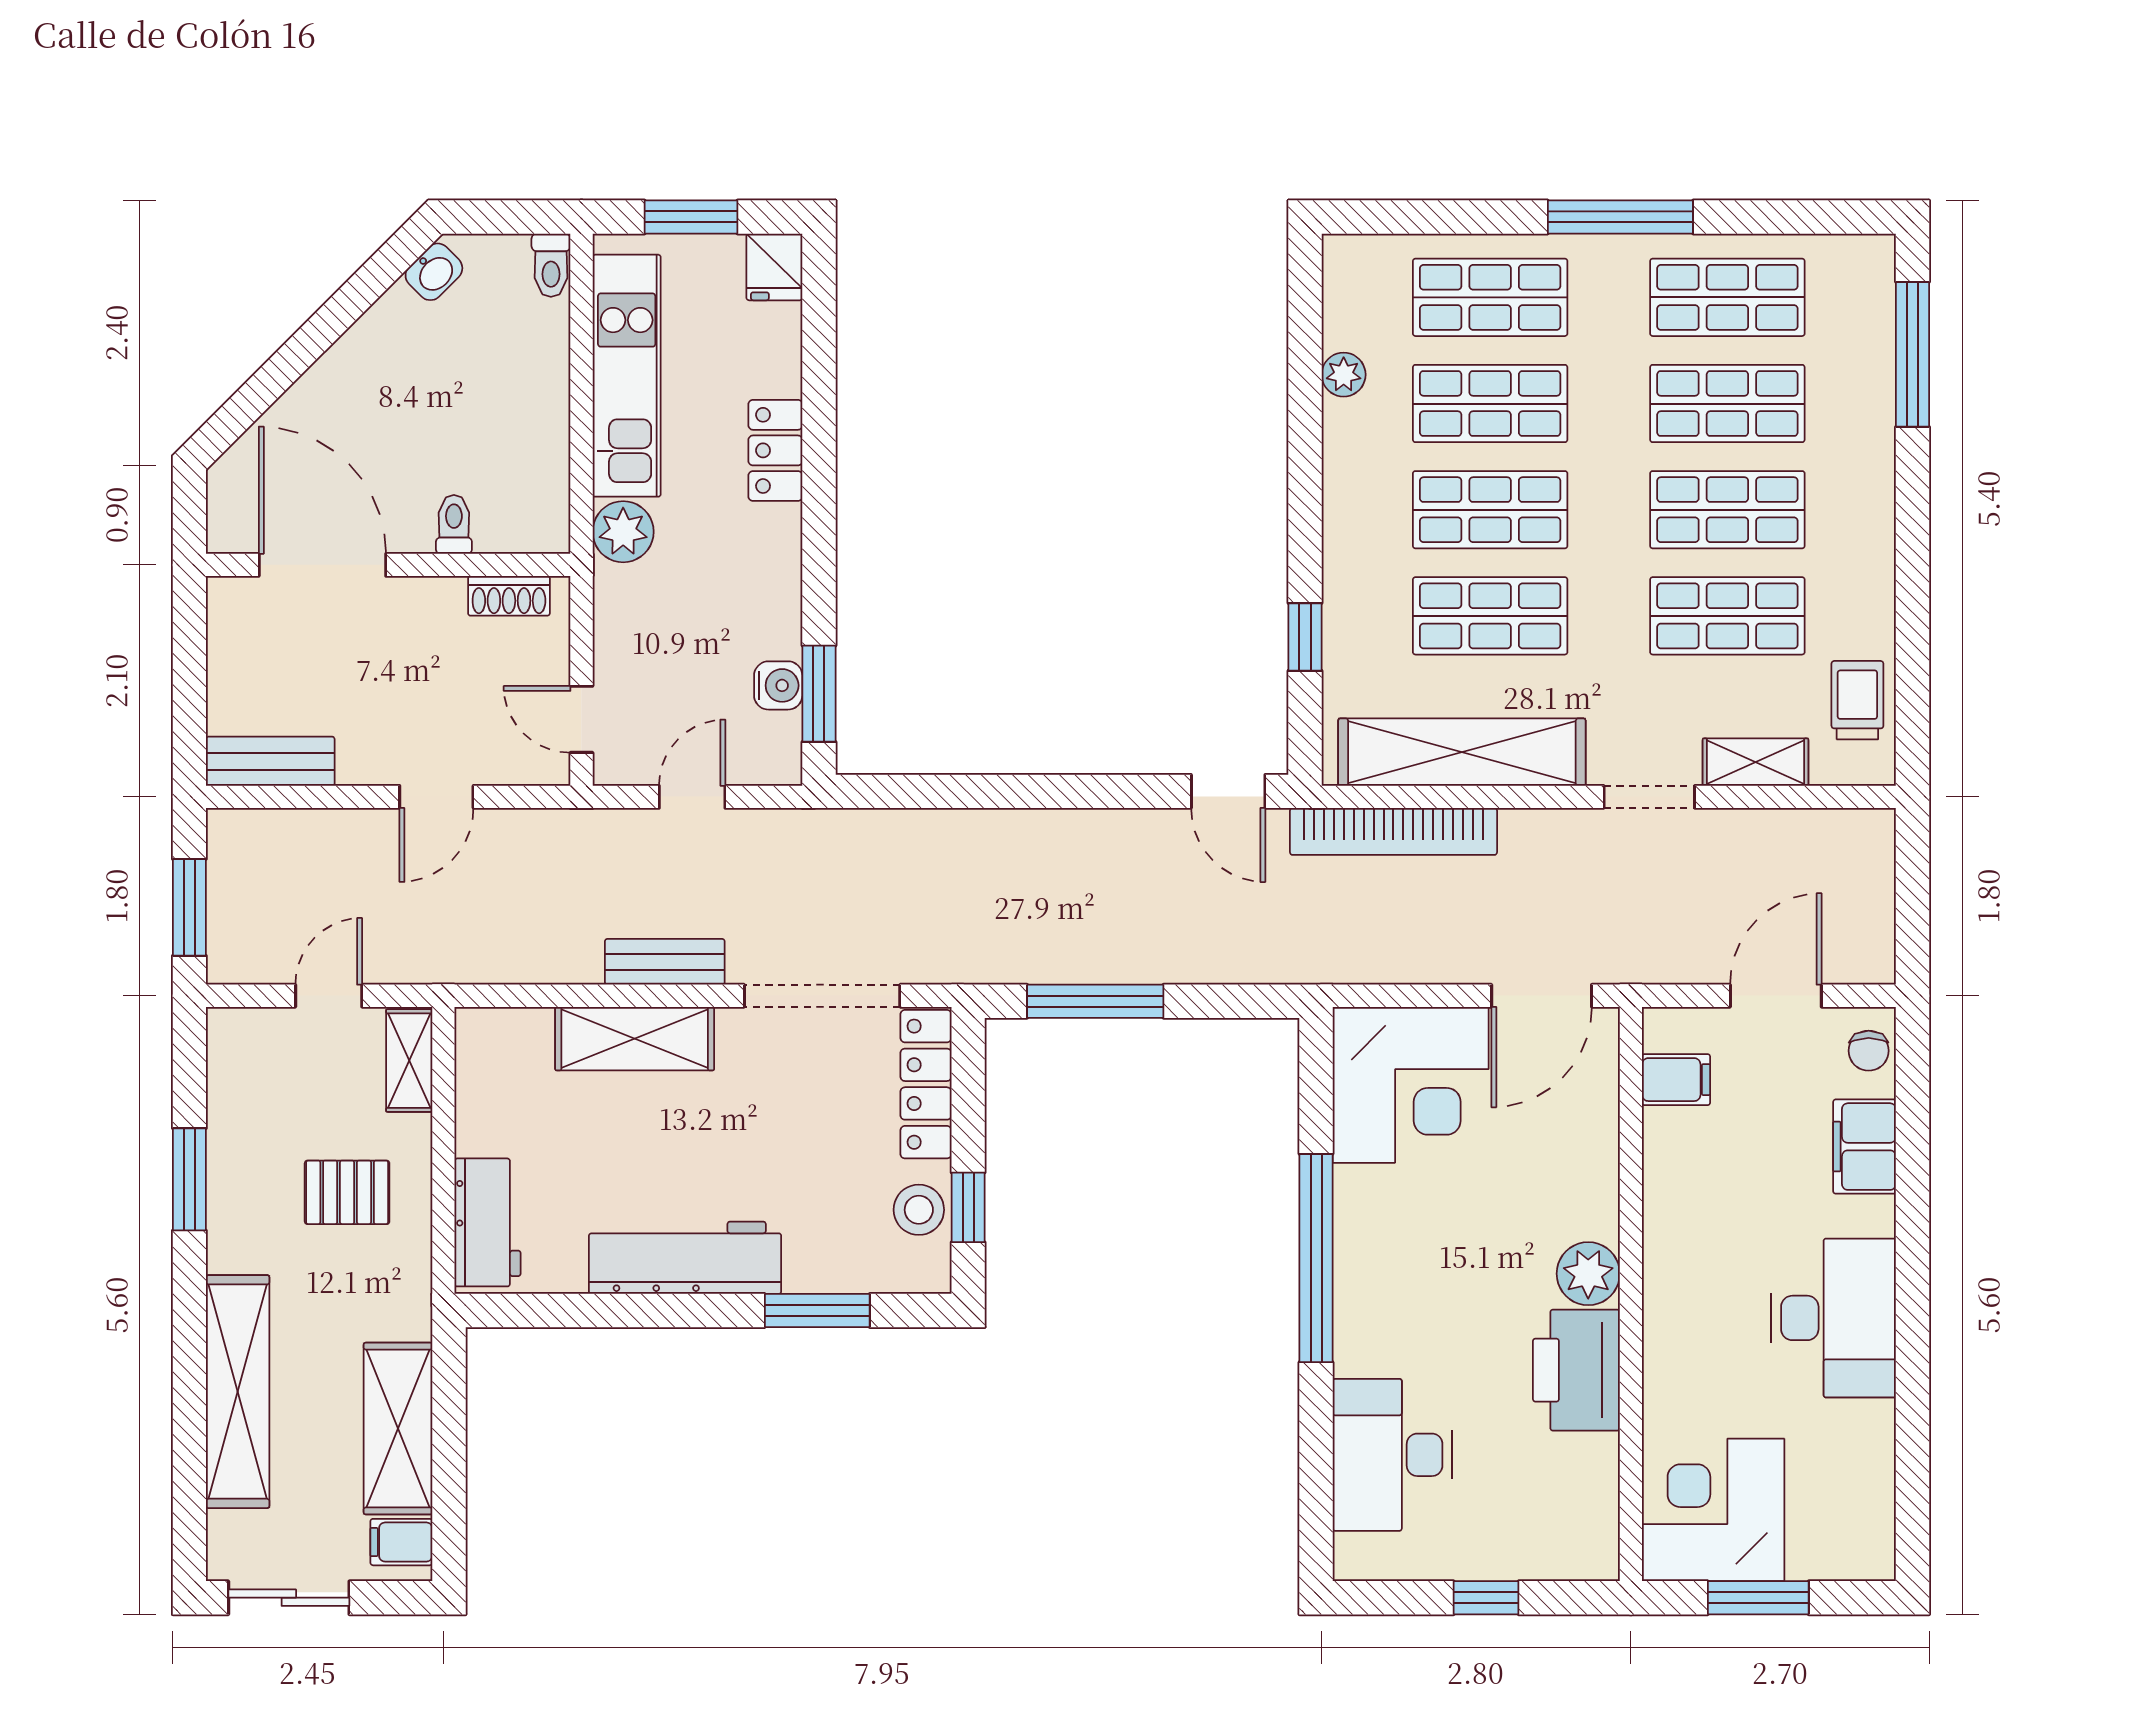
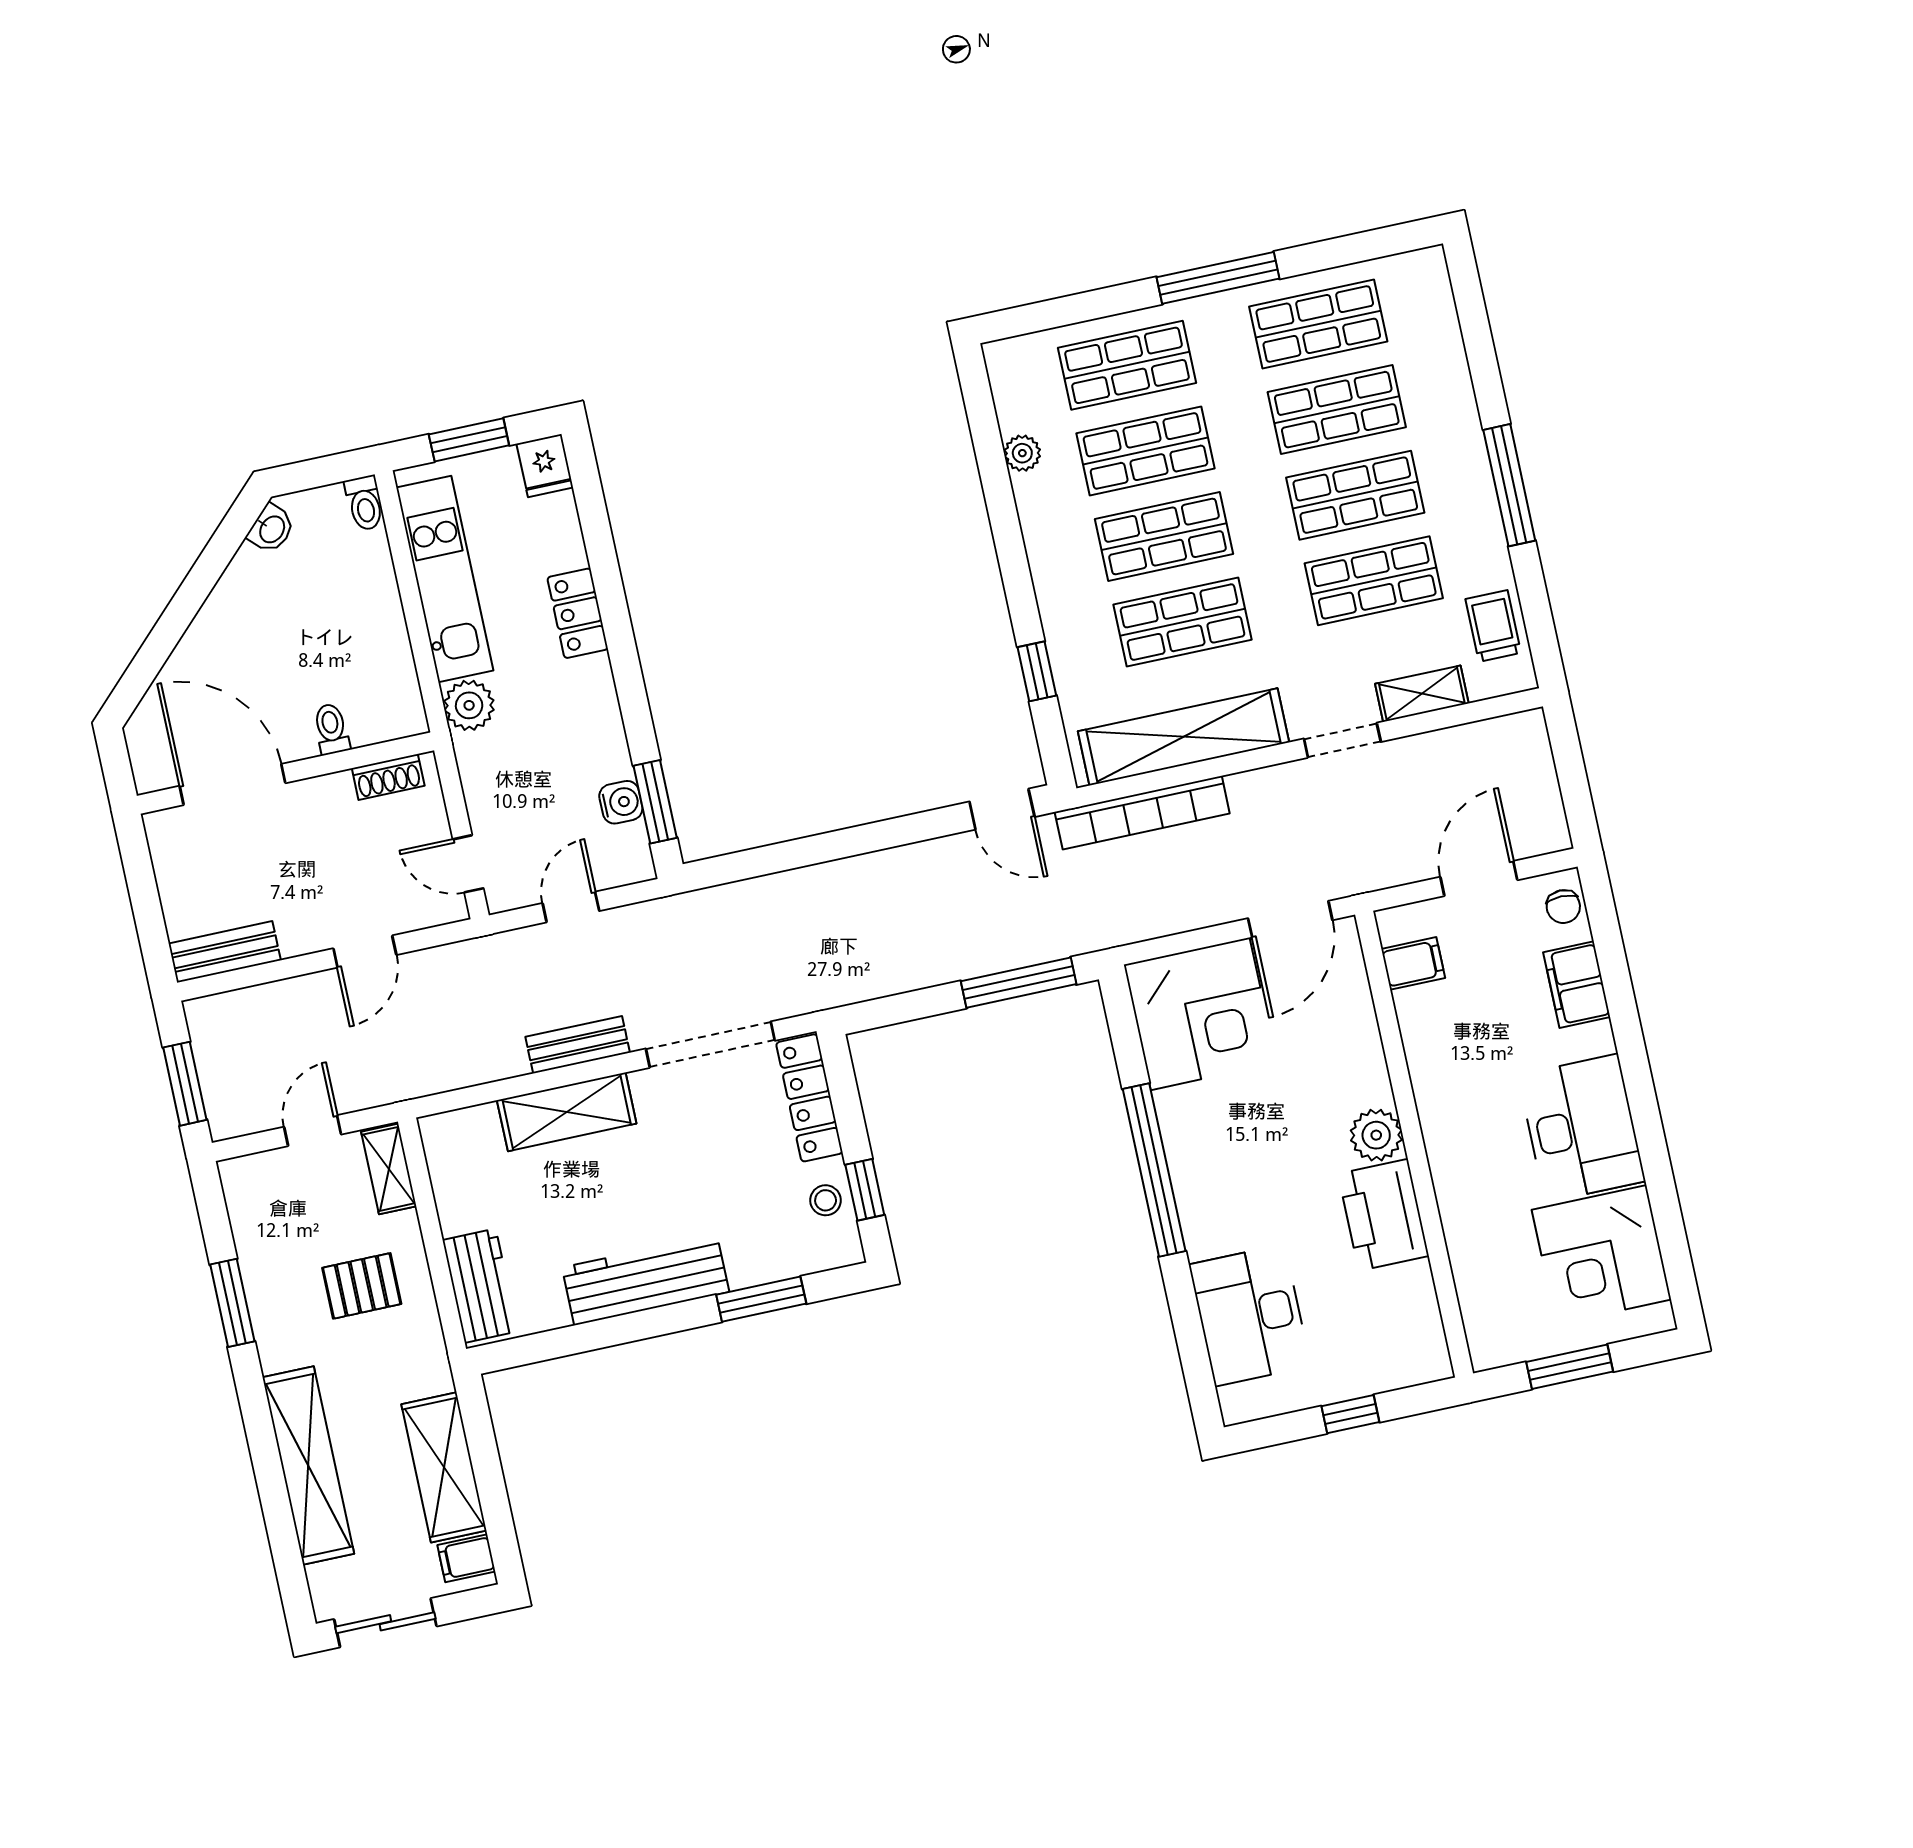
window: (1913, 354) -> (1509, 485), moved
window: (1095, 1001) -> (1019, 983), moved
stool: (919, 1210) -> (826, 1200), width x0.73, depth x0.73
corner desk: (1713, 1510) -> (1602, 1255), moved, turned -90

